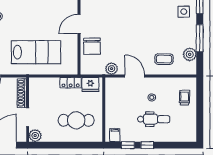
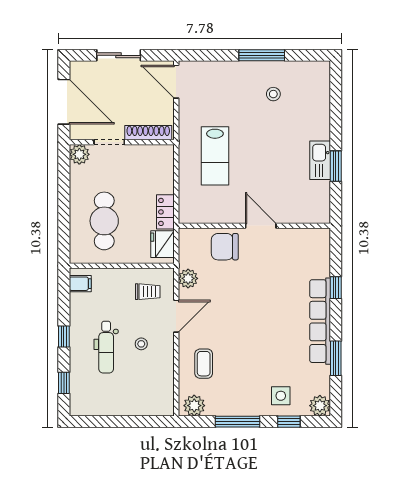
lab bench: (36, 52) -> (215, 156), width x0.73, depth x0.72
plant: (190, 54) -> (194, 406), moved
trolley: (185, 98) -> (148, 292), moved
window: (128, 145) -> (64, 383), moved

